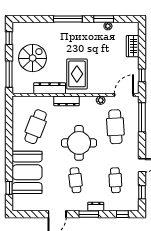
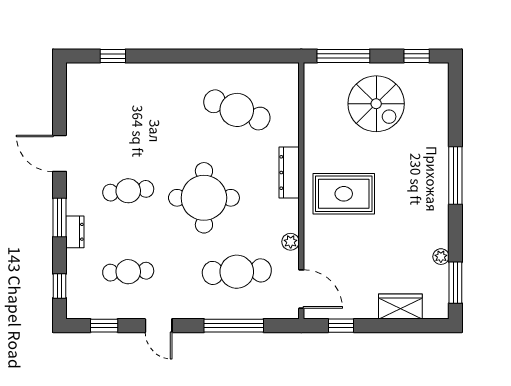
window: (104, 19) -> (455, 283), moved
dresser: (50, 88) -> (315, 138), removed
window: (142, 117) -> (234, 326), moved
booth: (27, 172) -> (144, 93), removed

